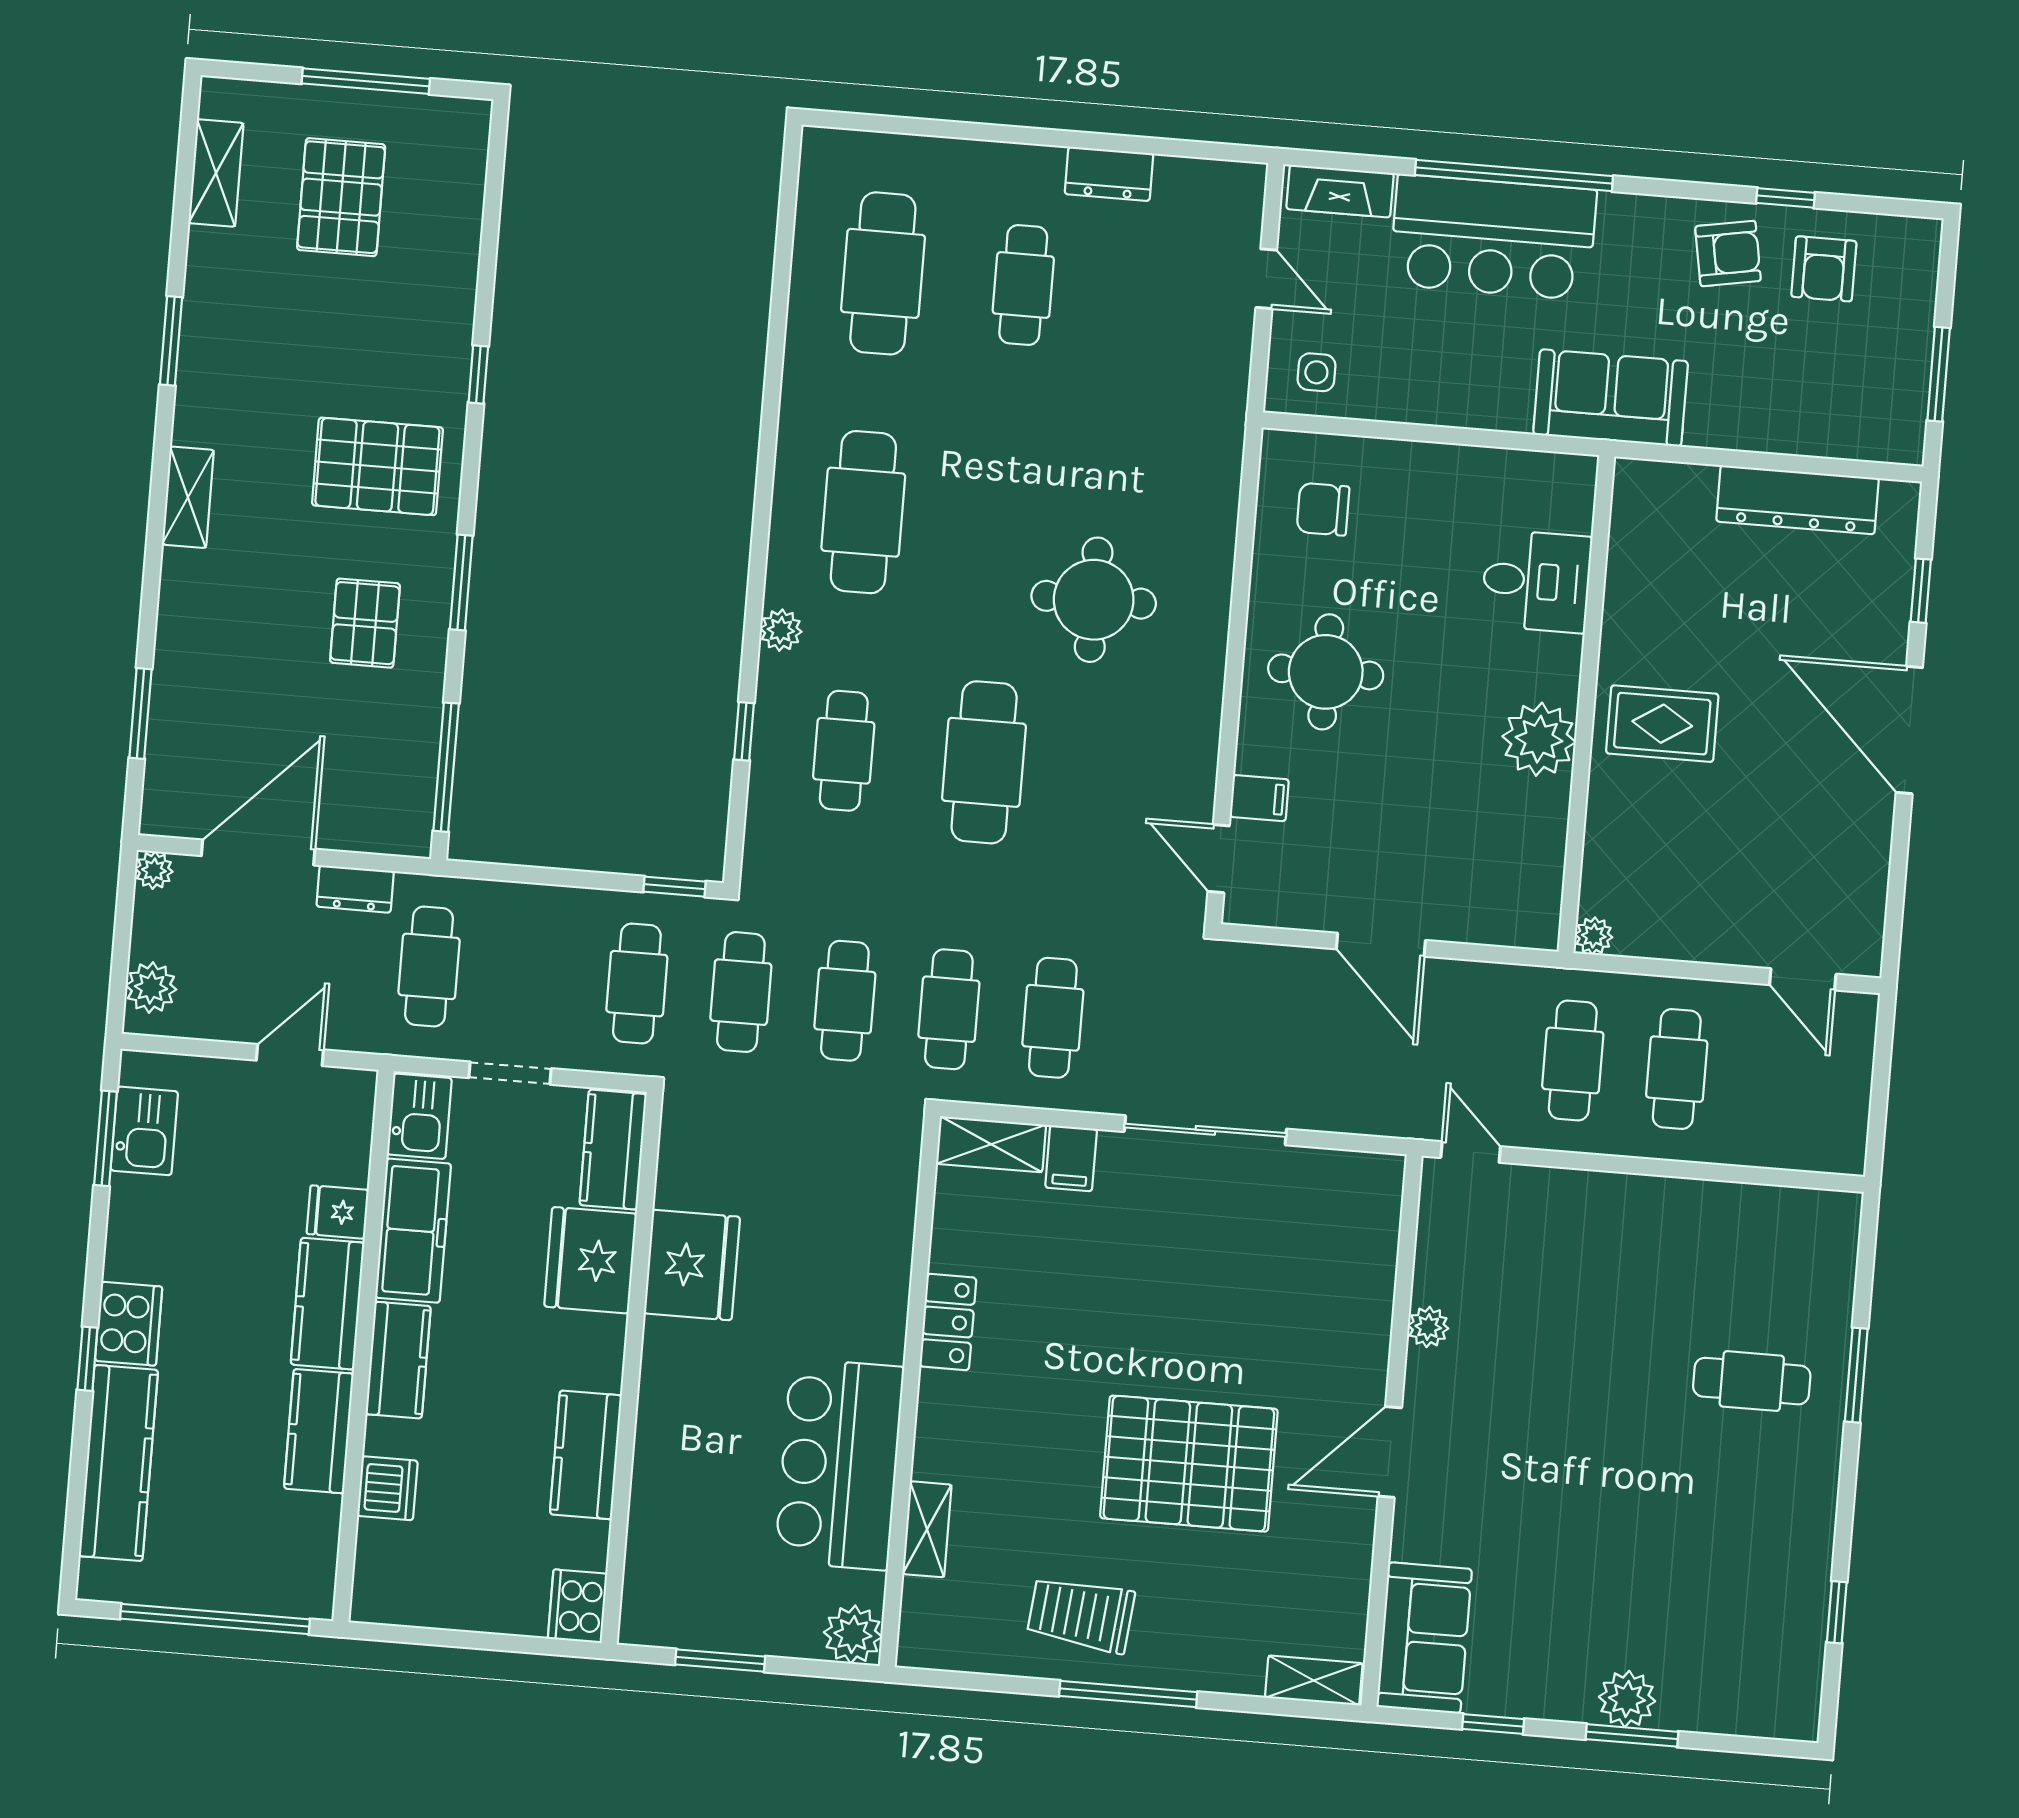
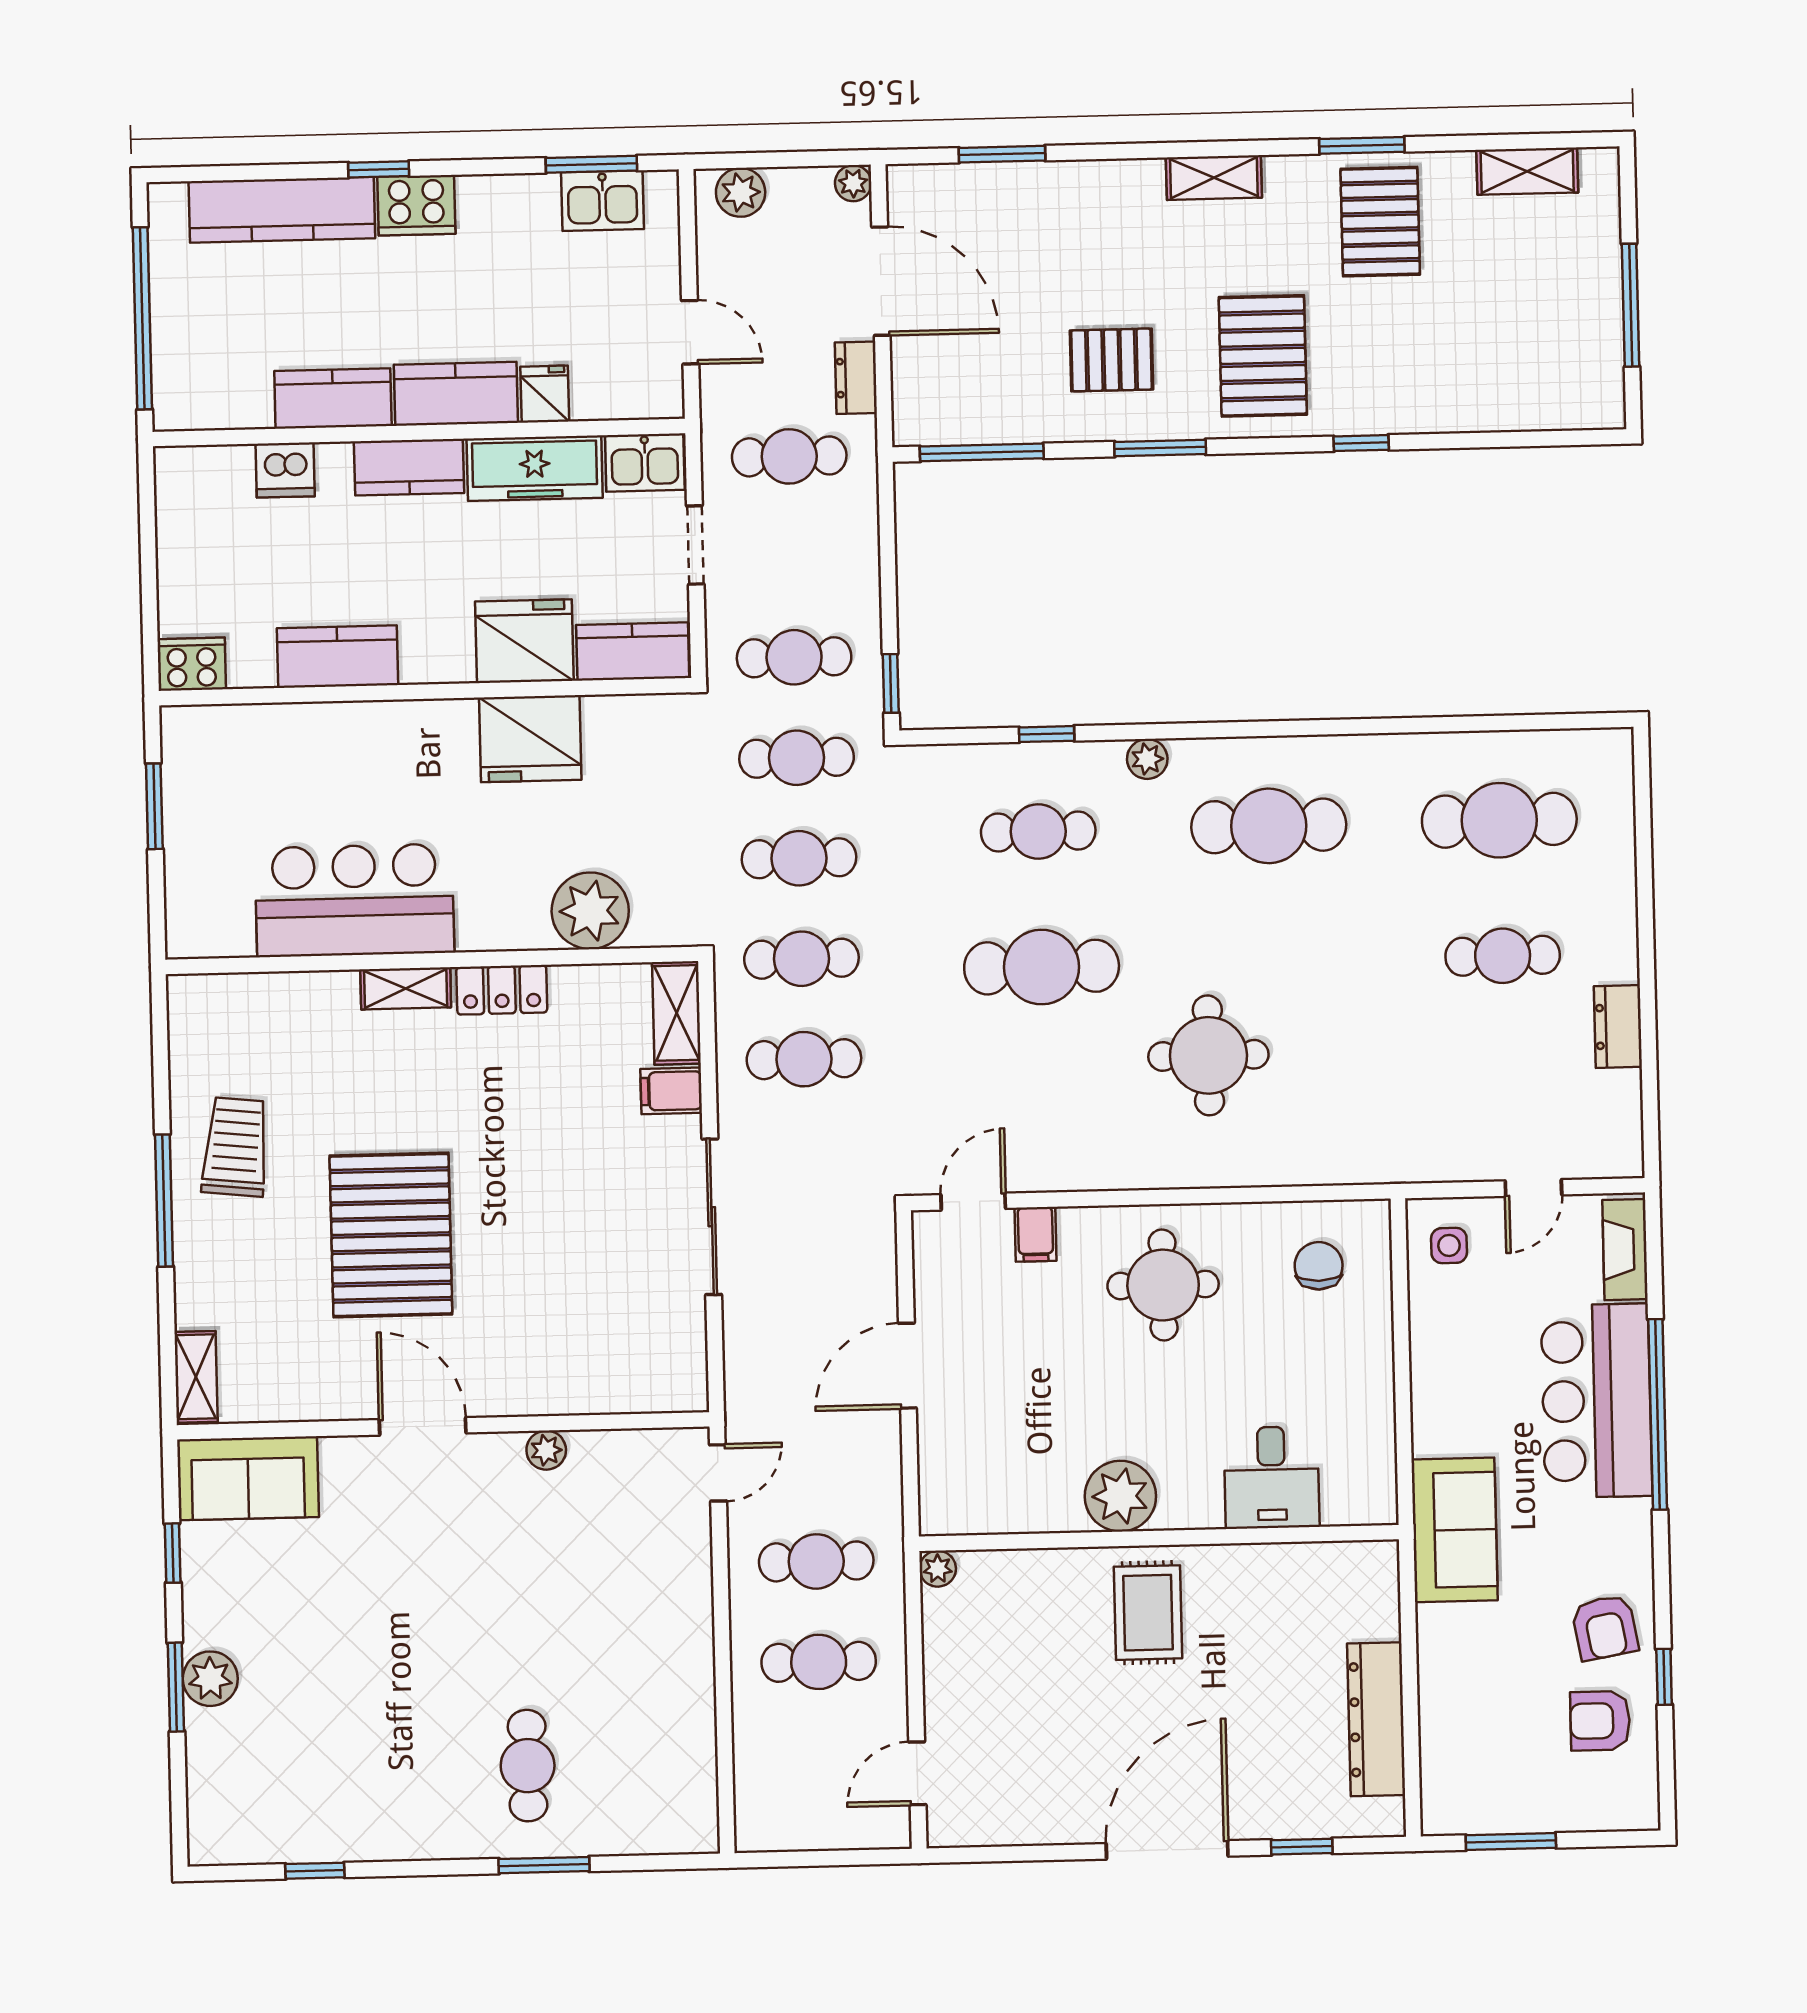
pallet: (341, 197) -> (1380, 222), moved, turned 90
shelving: (927, 1529) -> (406, 988), moved
plant: (853, 1635) -> (590, 911), moved, width x1.36, depth x1.36

